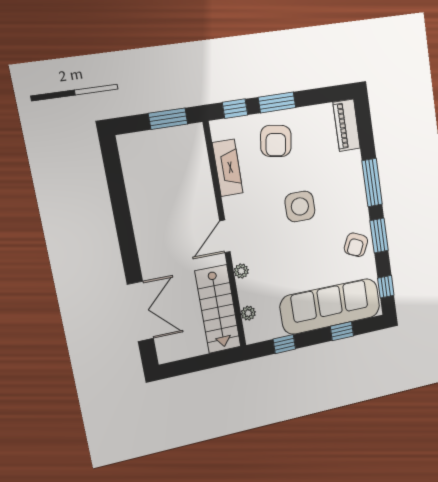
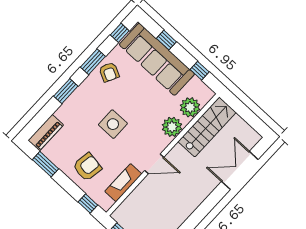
window: (277, 102) -> (45, 164), moved
window: (372, 183) -> (66, 91), width x0.69
door: (225, 236) -> (154, 164), moved
armchair: (356, 245) -> (109, 72), turned 91
plant: (241, 271) -> (172, 127), width x1.88, depth x1.88
plant: (248, 313) -> (190, 107), width x1.87, depth x1.87

